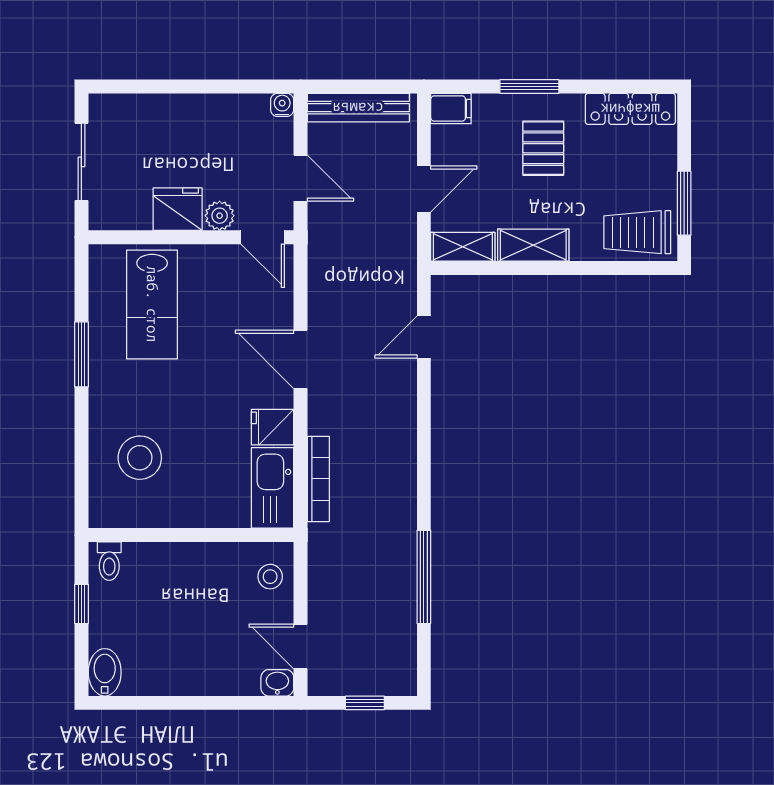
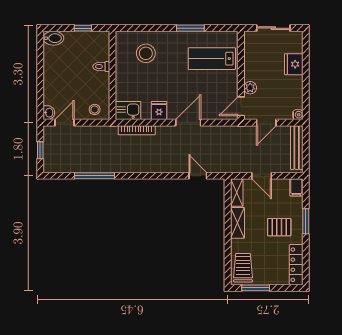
fridge: (178, 209) -> (294, 64), moved, turned 180
kitchen sink: (273, 488) -> (128, 111), width x0.73
toilet: (109, 561) -> (101, 67), moved

